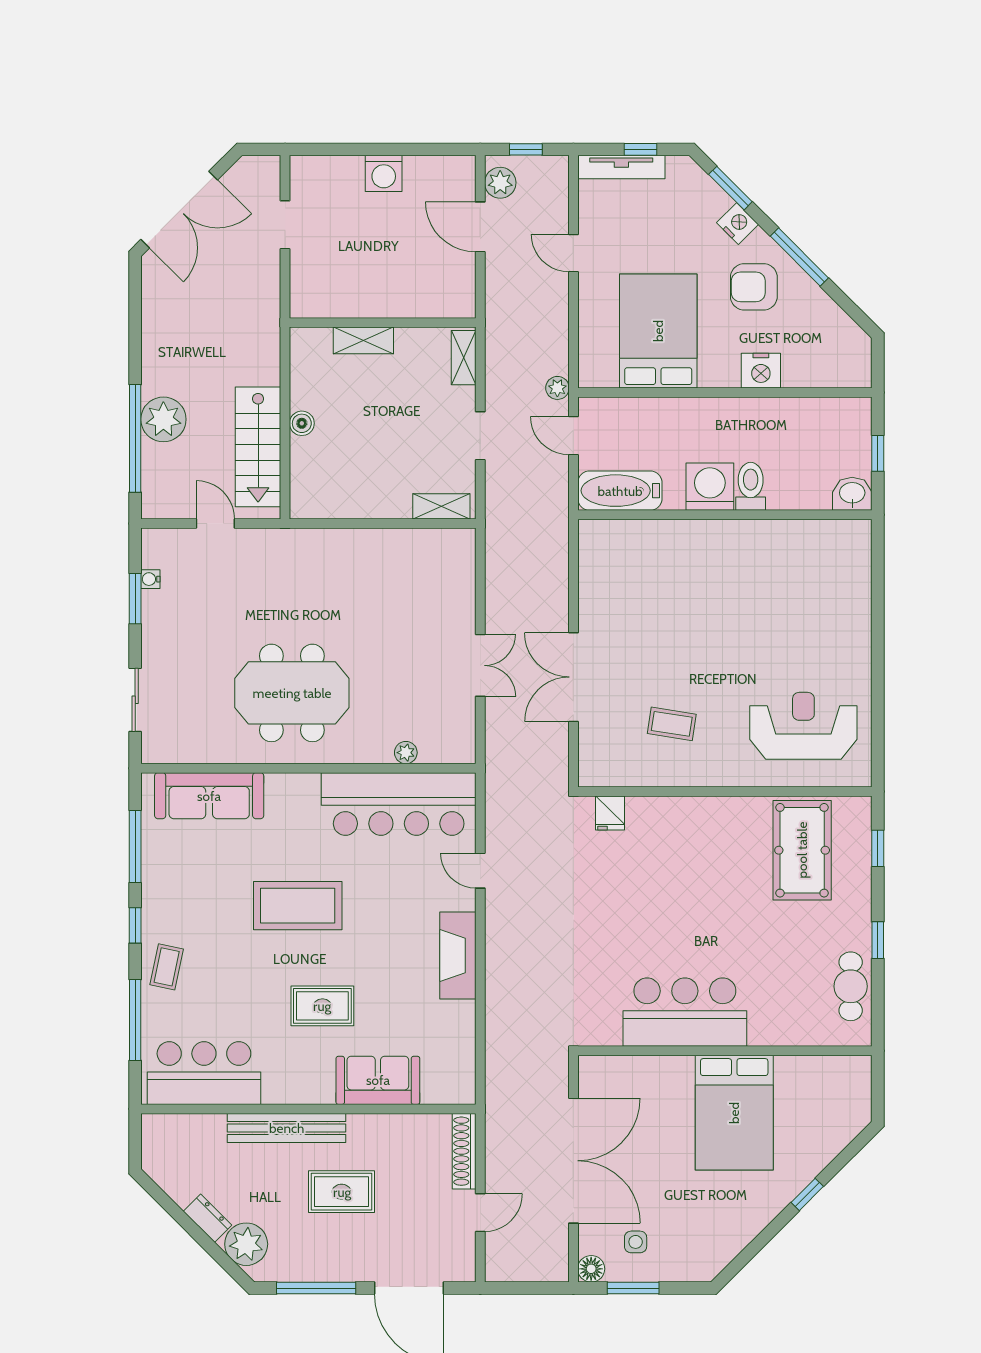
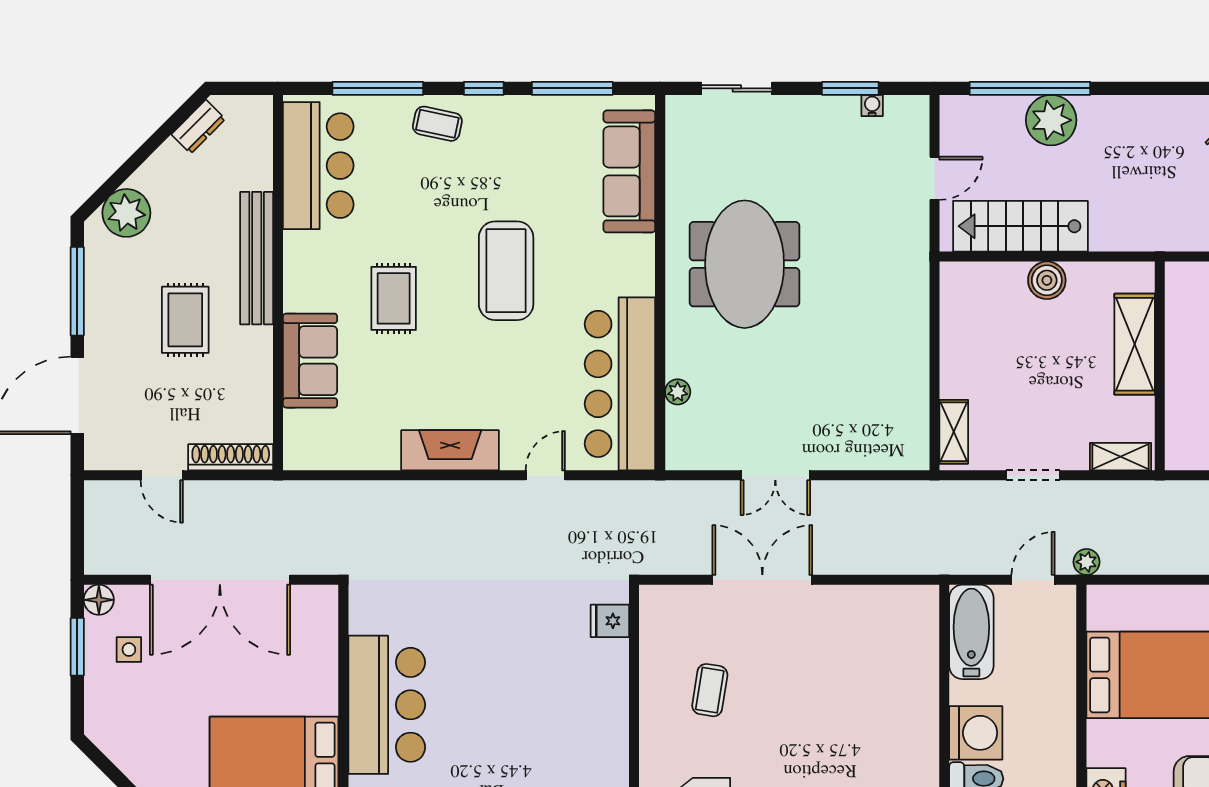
shelving: (363, 340) -> (1135, 344), width x1.50, depth x1.33
boiler: (302, 423) -> (1047, 280), width x1.36, depth x1.36
dresser: (208, 1218) -> (198, 127), moved

